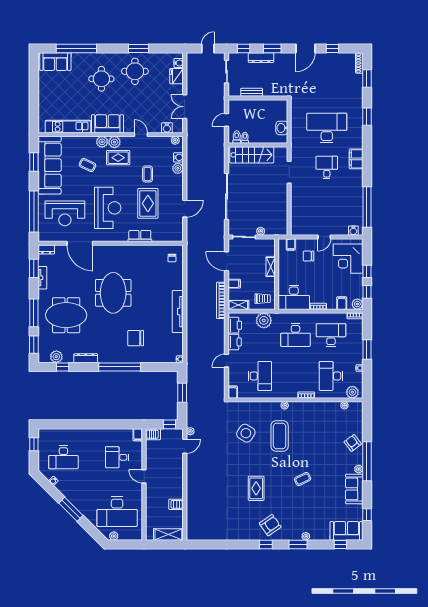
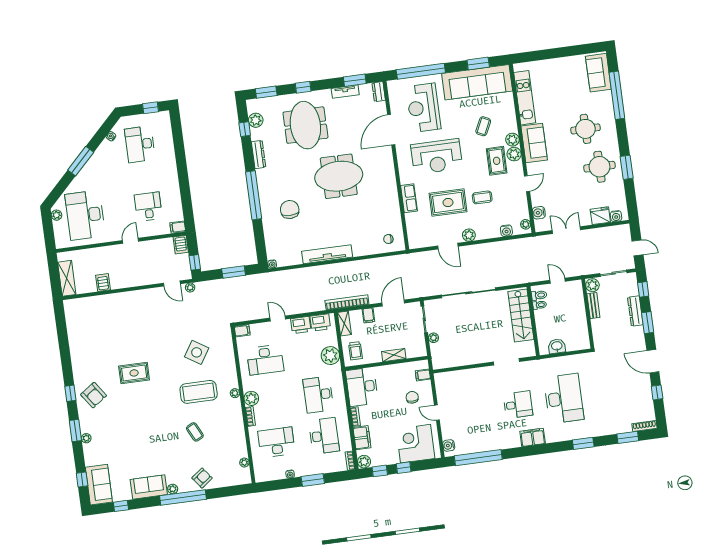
plant: (234, 91) -> (592, 285), added
plant: (178, 168) -> (469, 235), moved
filing cabinet: (342, 303) -> (362, 438), width x2.00
window: (34, 313) -> (303, 87), width x0.46
plant: (352, 392) -> (251, 398), moved
coffee table: (303, 479) -> (195, 432), moved

